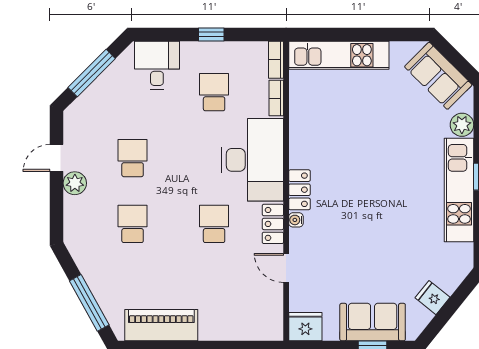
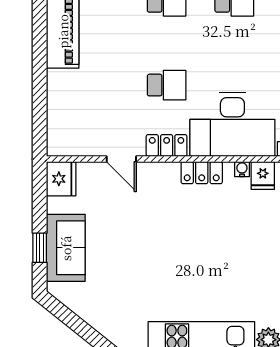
water cooler: (296, 220) -> (242, 169), moved
door: (286, 268) -> (121, 159), swing flipped
fridge: (432, 298) -> (263, 176), moved, turned 141

